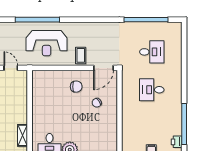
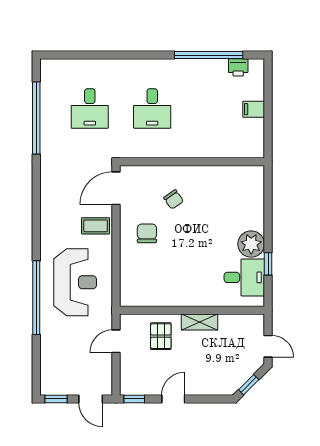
desk: (152, 52) -> (90, 108), turned 180
door: (104, 68) -> (116, 188), swing flipped
pallet: (14, 95) -> (161, 336), added
shelving: (22, 135) -> (200, 322), moved

